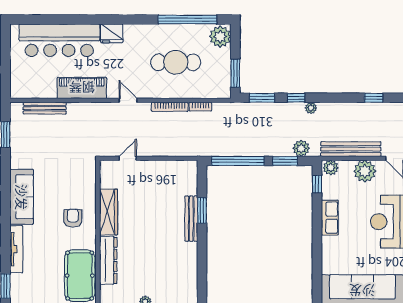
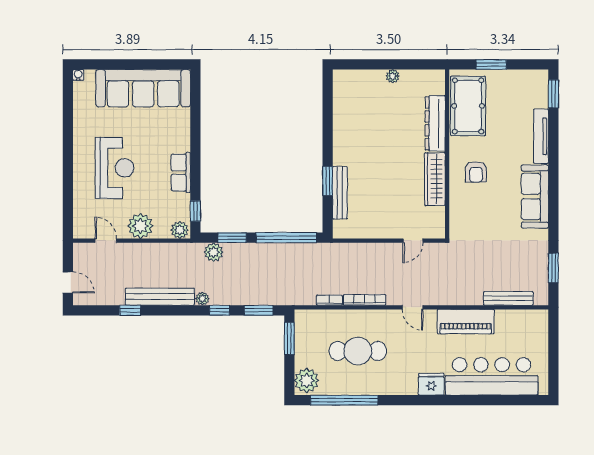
bench: (351, 149) -> (160, 297), moved
bench: (191, 219) -> (340, 193), moved

